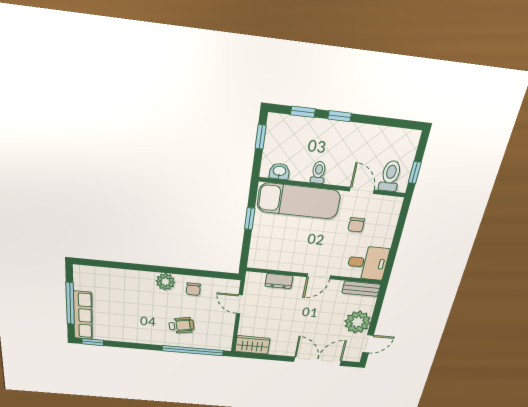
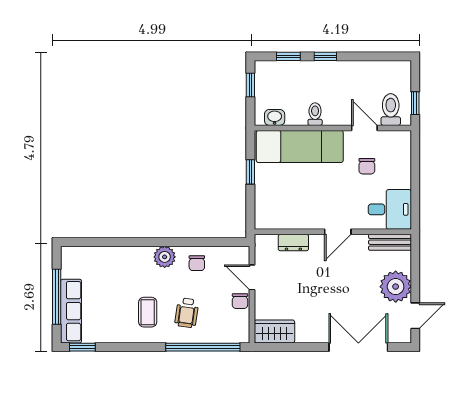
chair: (227, 321) -> (240, 301), added
coffee table: (149, 322) -> (148, 312), added
wheelchair: (181, 325) -> (187, 313), turned 109

